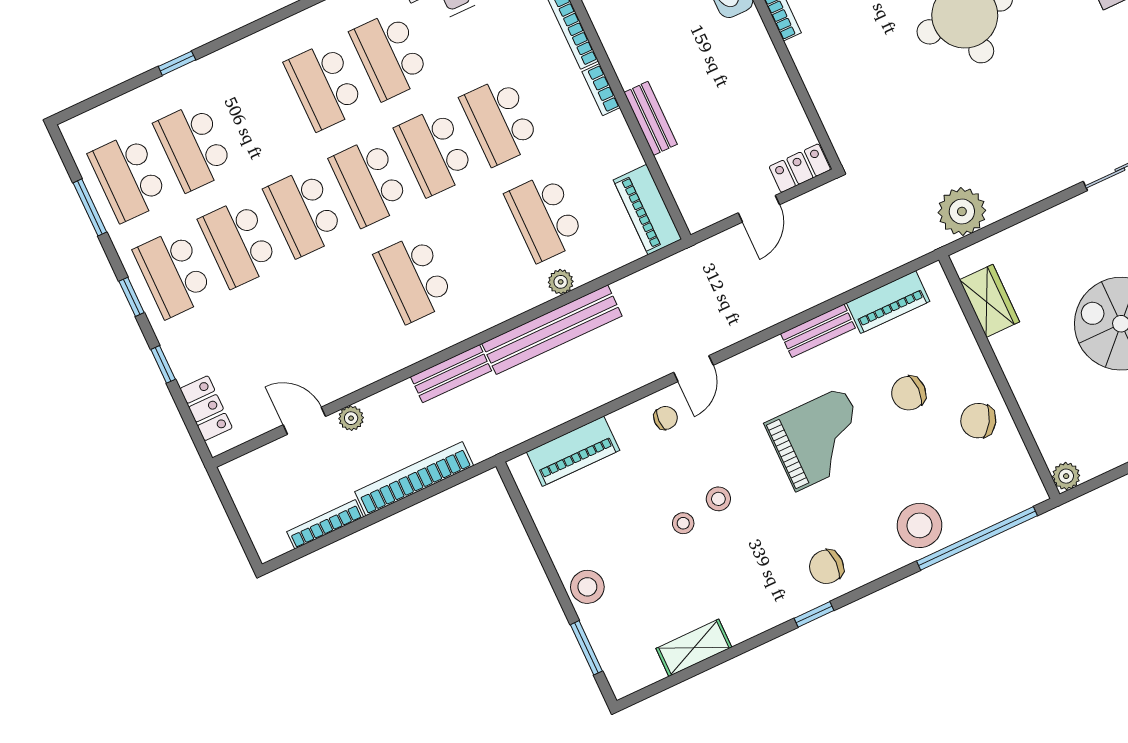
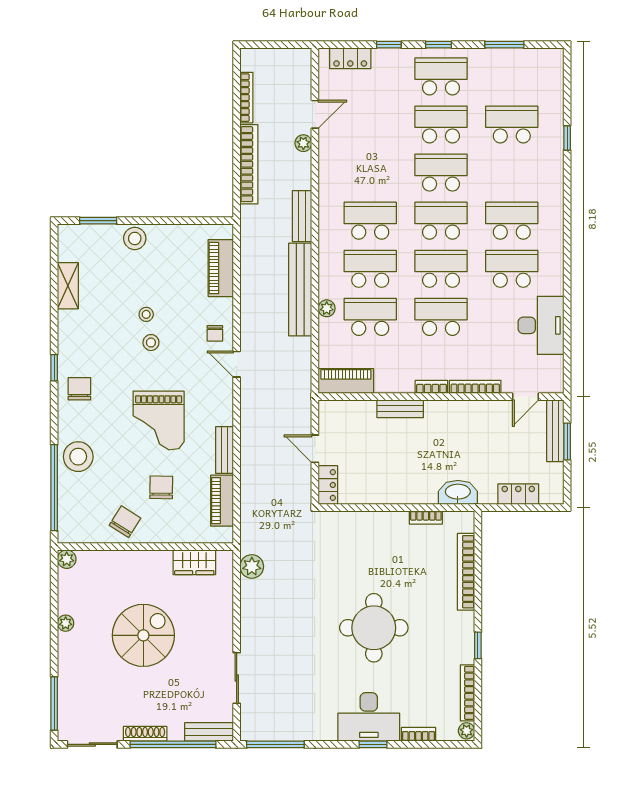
school desk: (128, 177) -> (370, 269), moved
plant: (962, 211) -> (252, 566), width x0.73, depth x0.73

